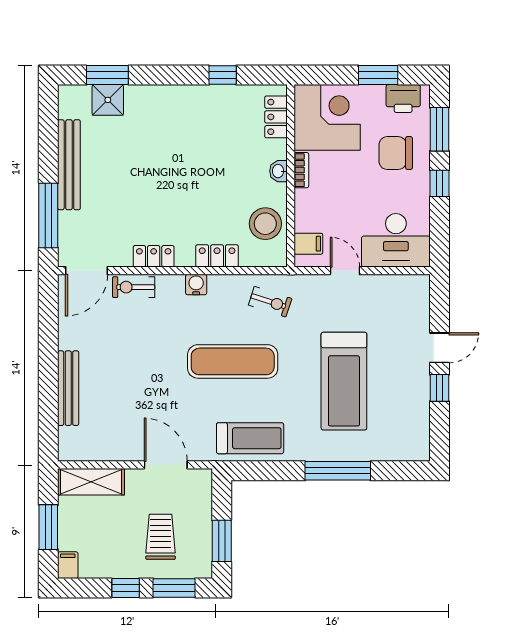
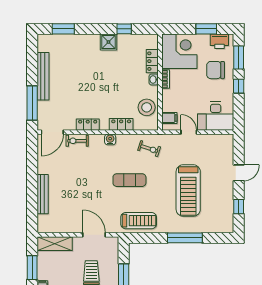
shower: (108, 100) -> (108, 42), moved
locker: (276, 117) -> (152, 61), moved
exercise mat: (233, 361) -> (129, 180), width x0.73, depth x0.69
window: (439, 388) -> (239, 207), moved

